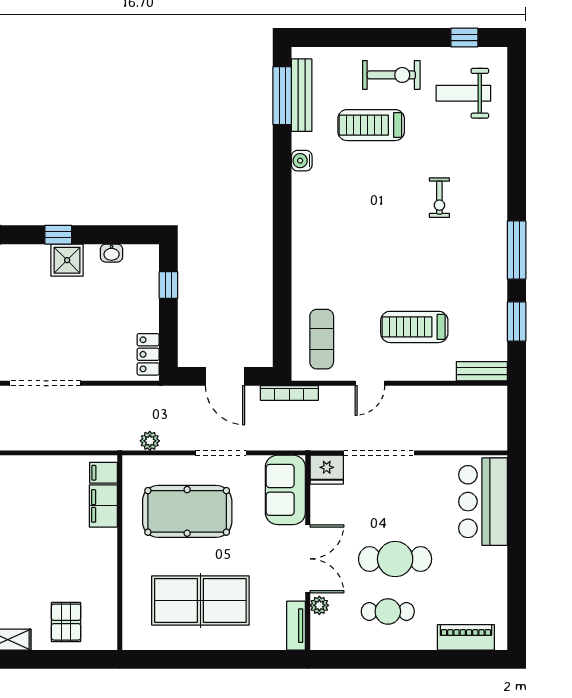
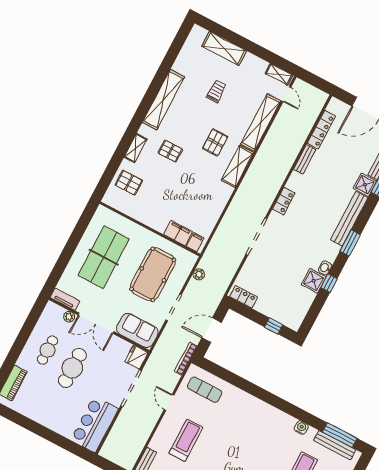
washbasin: (112, 253) -> (325, 268), moved
bar counter: (483, 502) -> (95, 424), moved, turned -90

